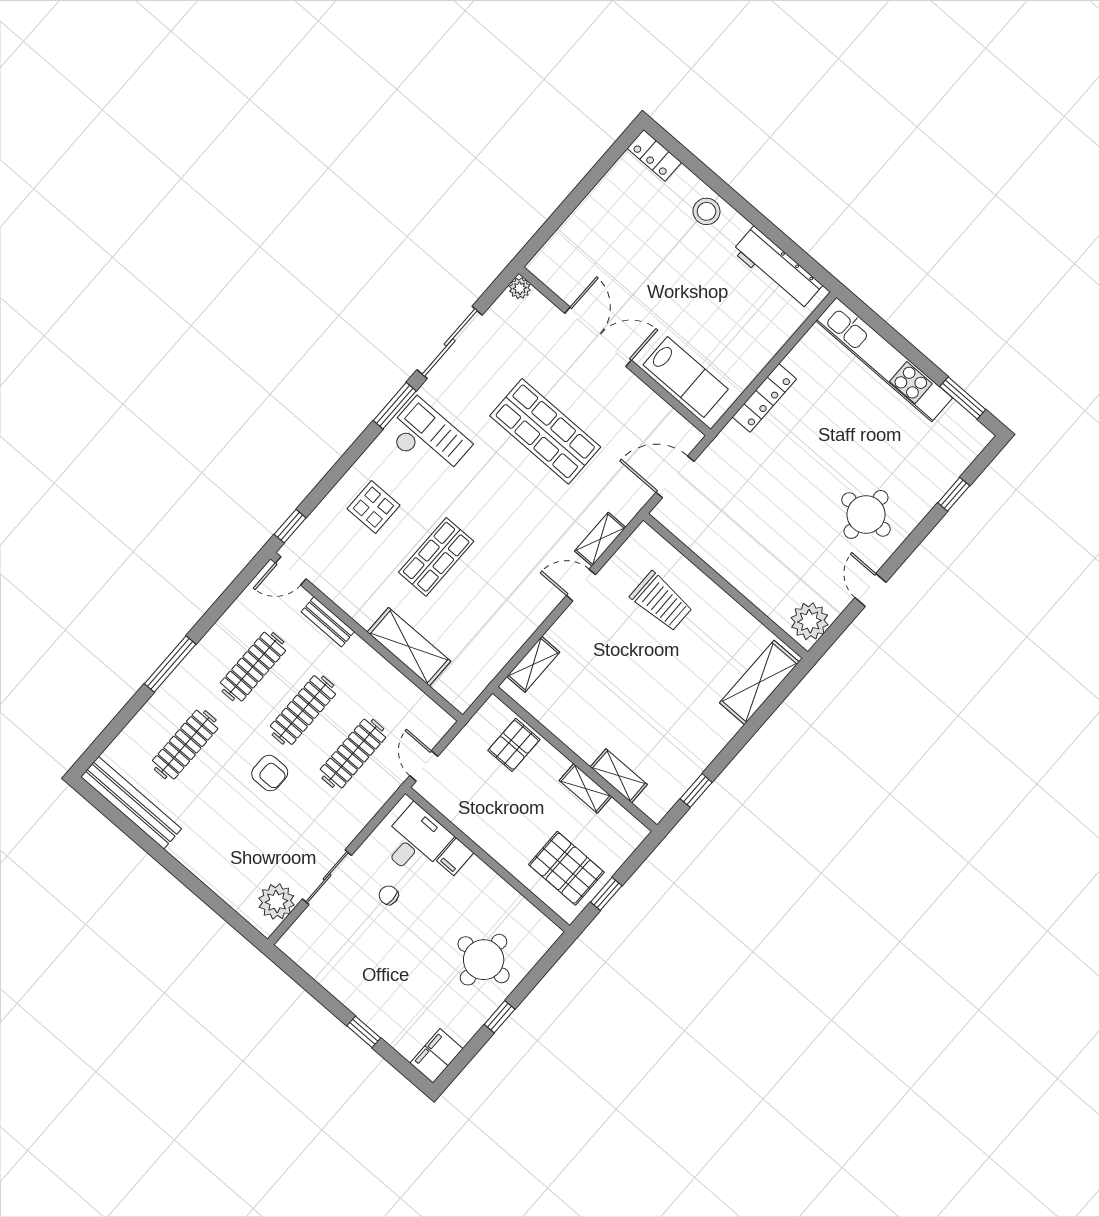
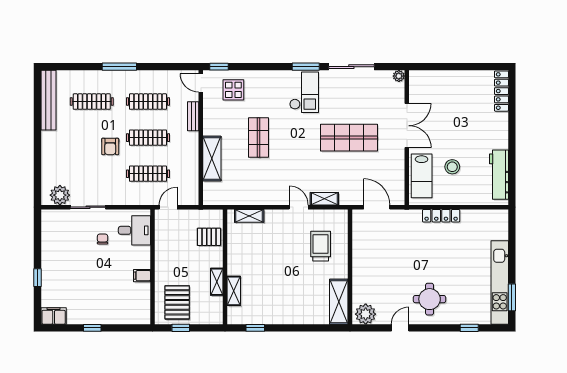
locker: (654, 155) -> (501, 91), width x1.53
stool: (706, 211) -> (452, 167), moved
kitchen unit: (884, 359) -> (500, 283), moved
shop shelf: (545, 431) -> (349, 138), turned 90
display table: (373, 507) -> (233, 90), moved
shop shelf: (436, 557) -> (259, 138), turned 90
trolley: (661, 602) -> (321, 246), turned 180
shelving: (759, 682) -> (339, 302), moved, turned 90
filing cabinet: (455, 857) -> (142, 276), moved
round table: (484, 960) -> (110, 301), removed

